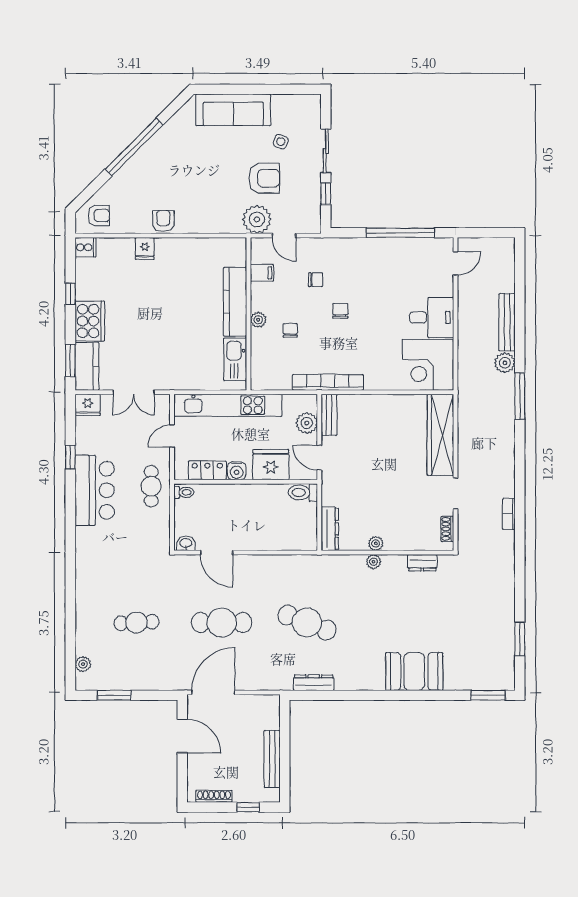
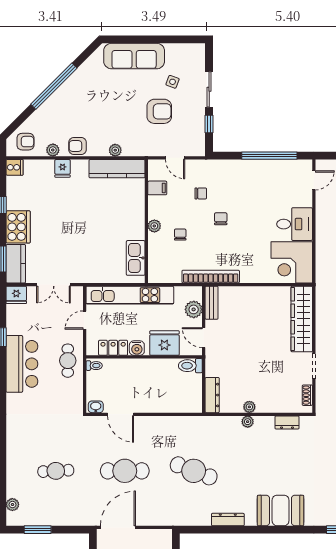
plant: (257, 219) -> (115, 150), moved, width x0.53, depth x0.53
armchair: (163, 221) -> (78, 146), turned -90
plant: (133, 226) -> (53, 150), added
kitchen counter: (235, 302) -> (117, 169), moved, turned -90
dresser: (314, 683) -> (228, 520), moved

